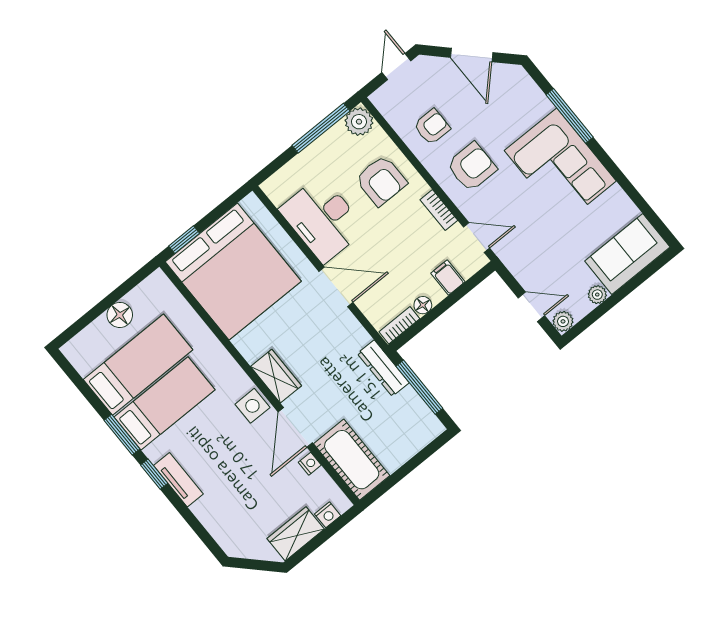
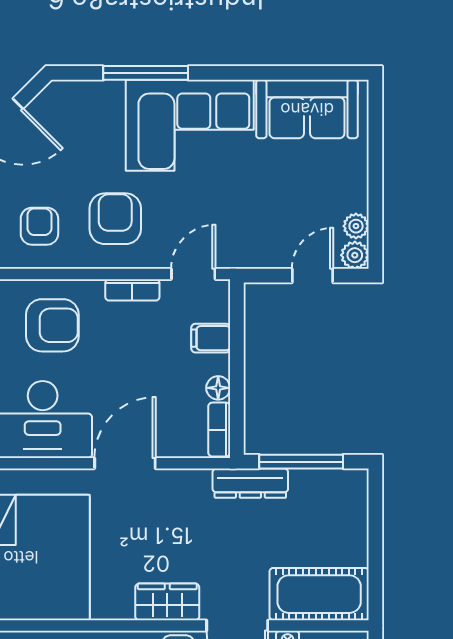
sofa: (627, 254) -> (307, 109), moved, turned -90
plant: (597, 295) -> (356, 226), moved

